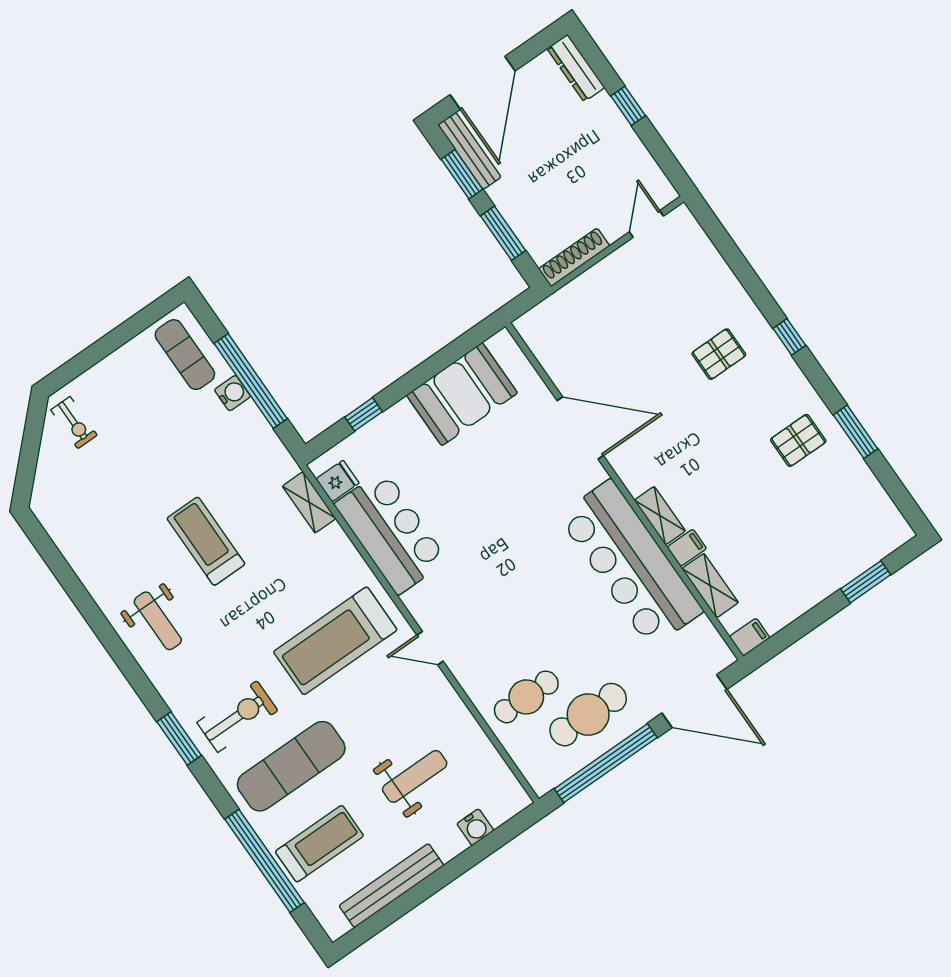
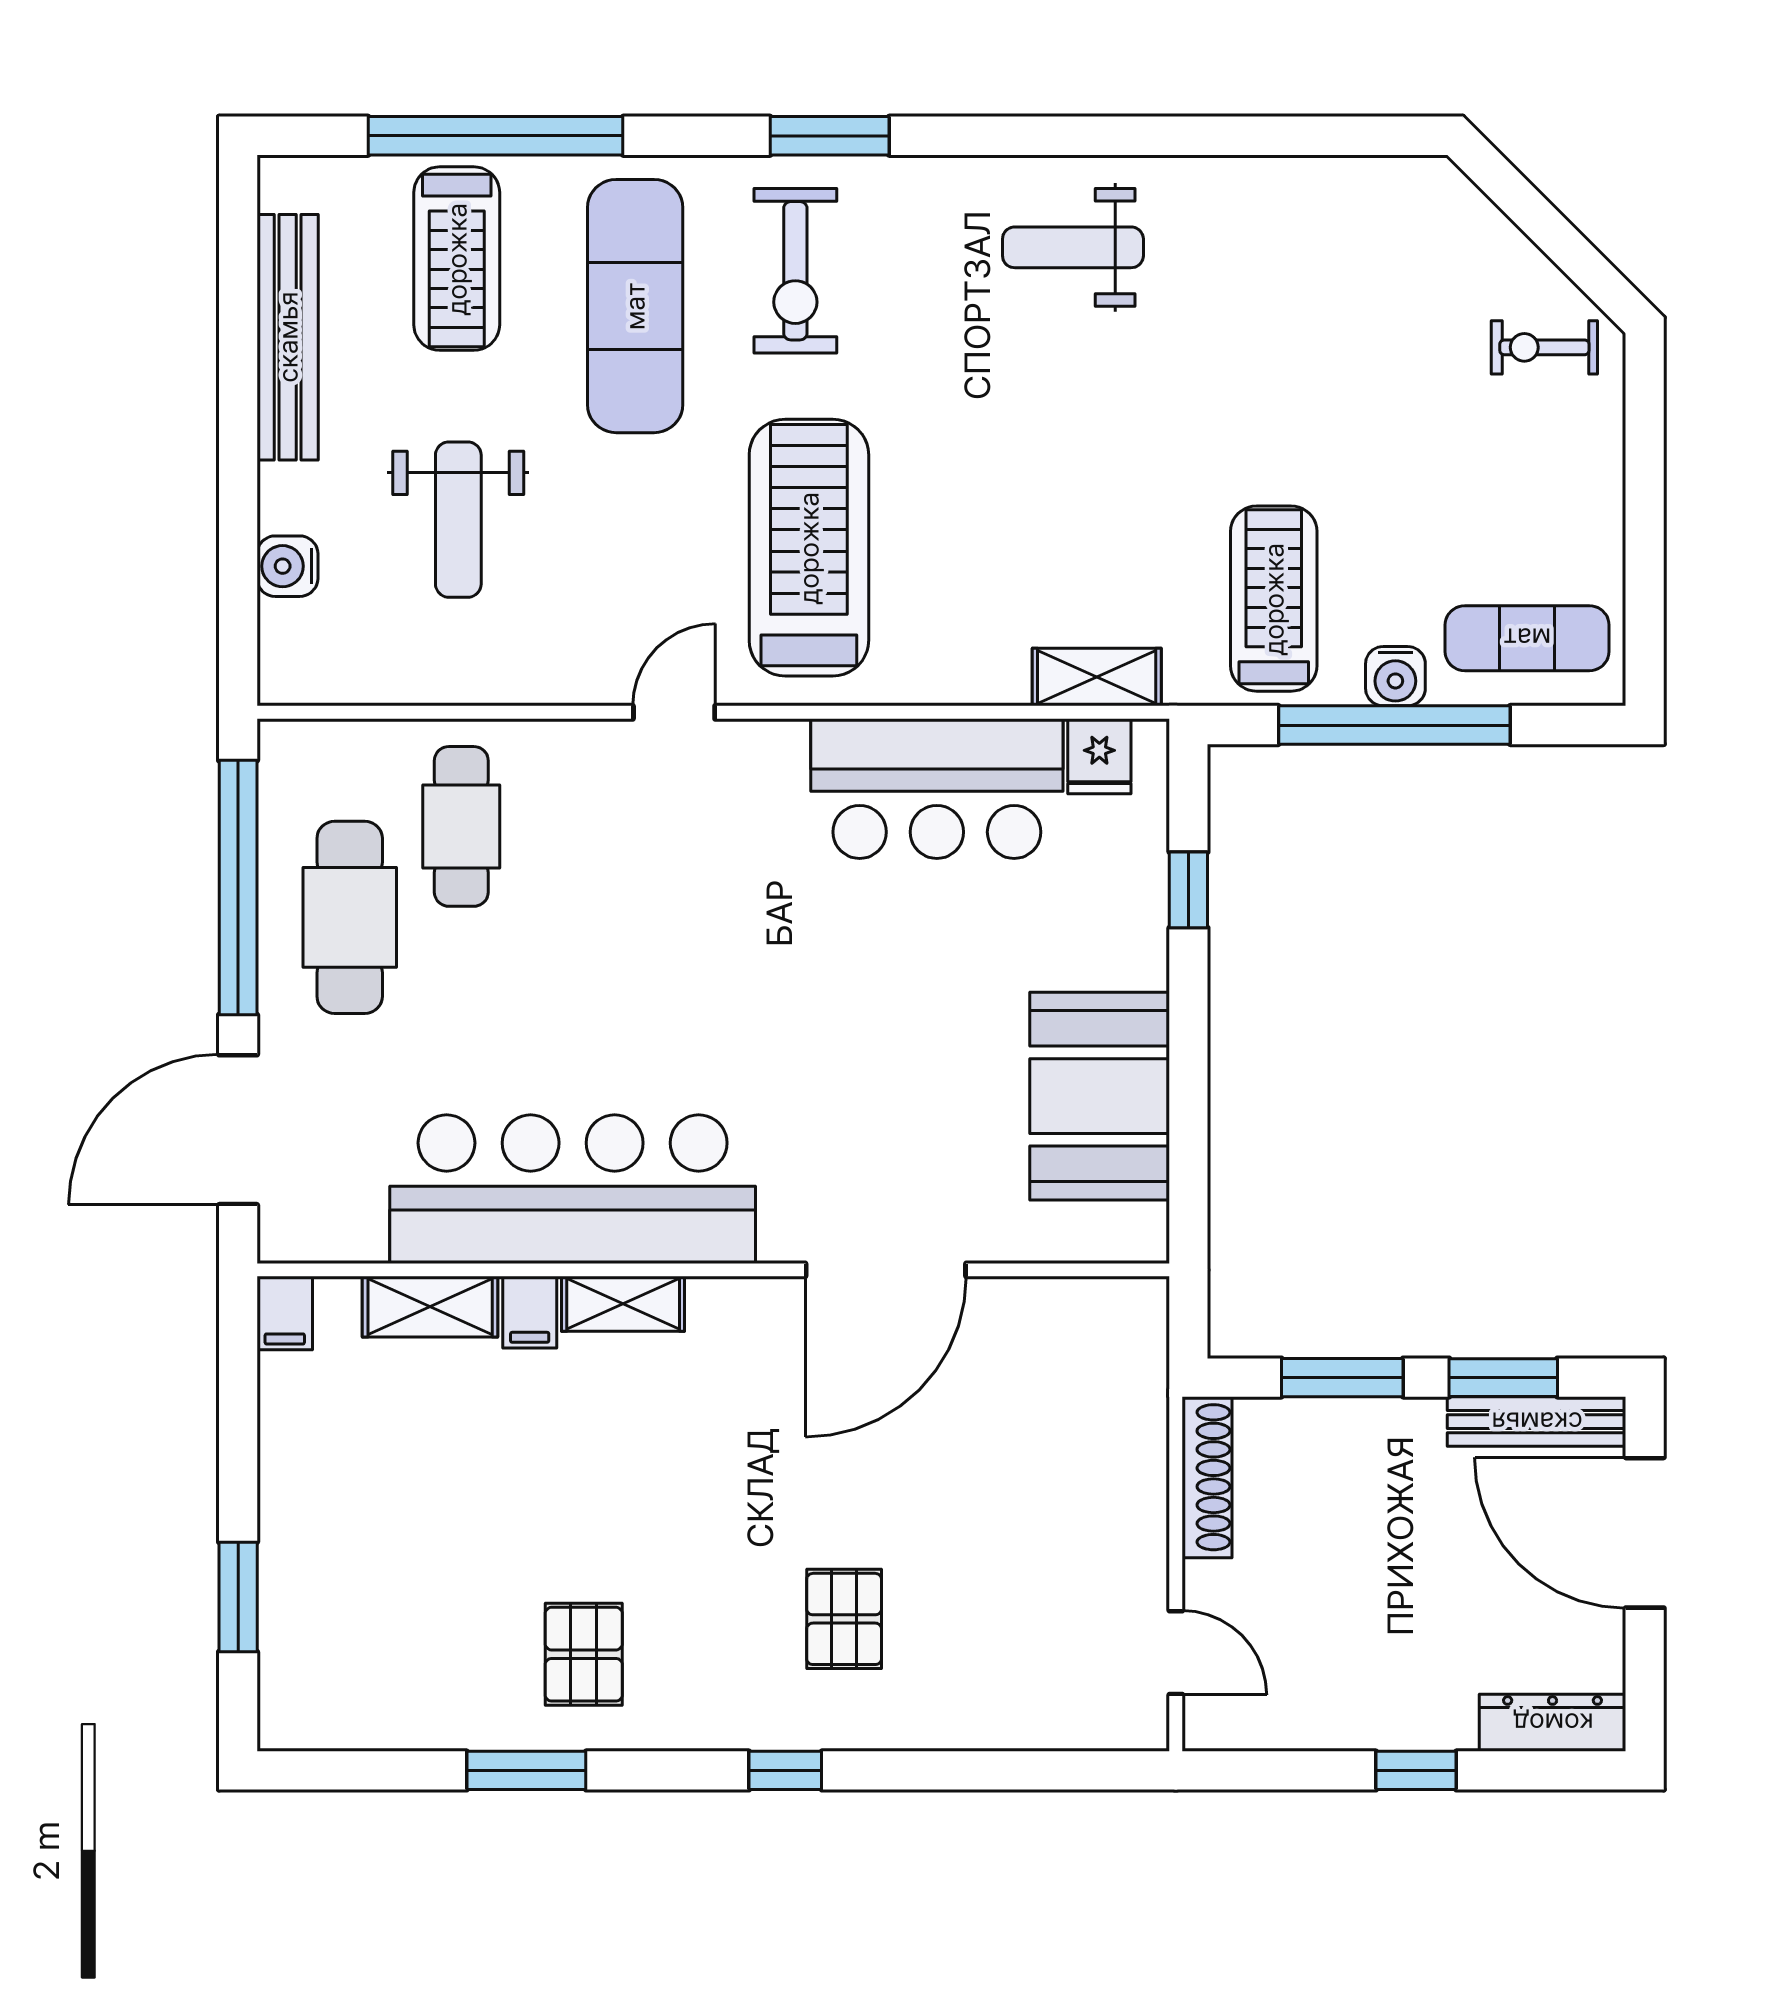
treadmill: (206, 541) -> (1274, 599), moved, turned -90

